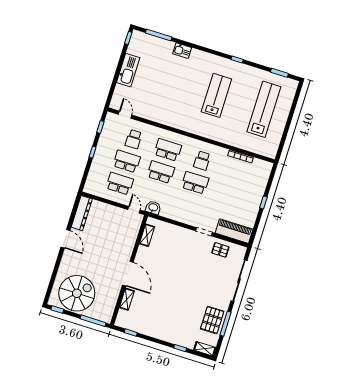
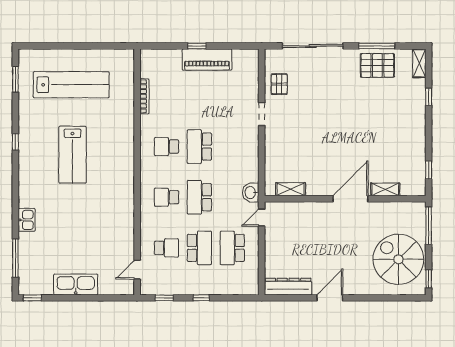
lab bench: (216, 95) -> (72, 155), turned -90
lab bench: (264, 109) -> (71, 85), turned 180
school desk: (168, 150) -> (166, 197), width x0.54
school desk: (127, 161) -> (199, 248), turned 180
school desk: (202, 161) -> (166, 147), turned 180
piano: (234, 231) -> (207, 60), moved, turned -90

